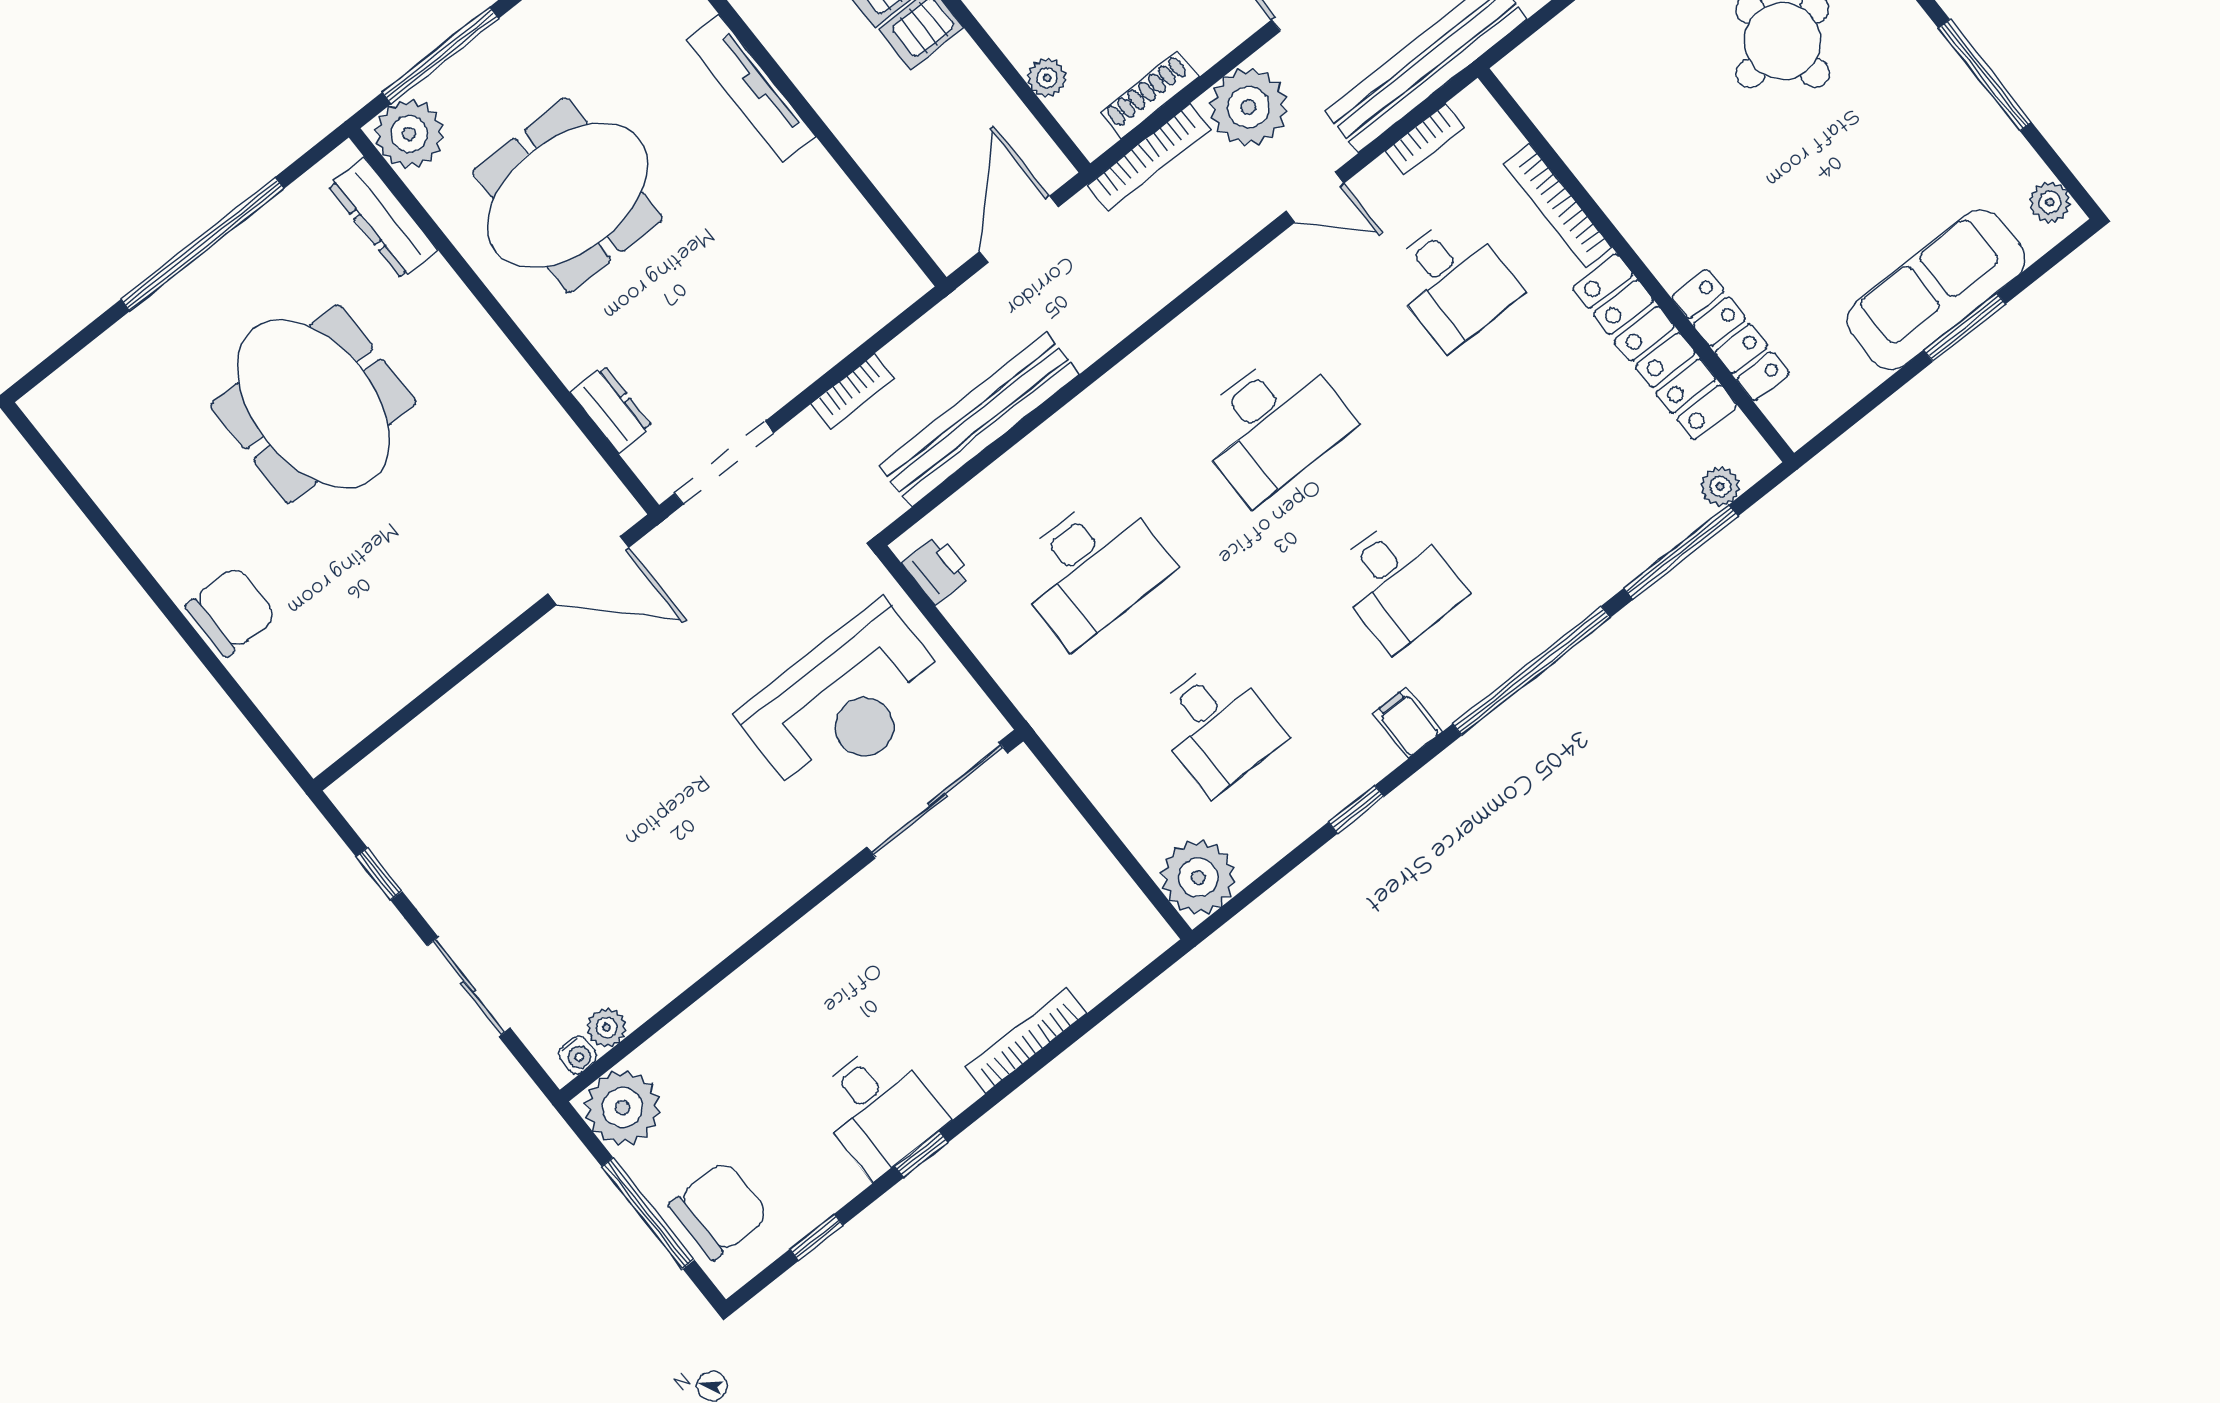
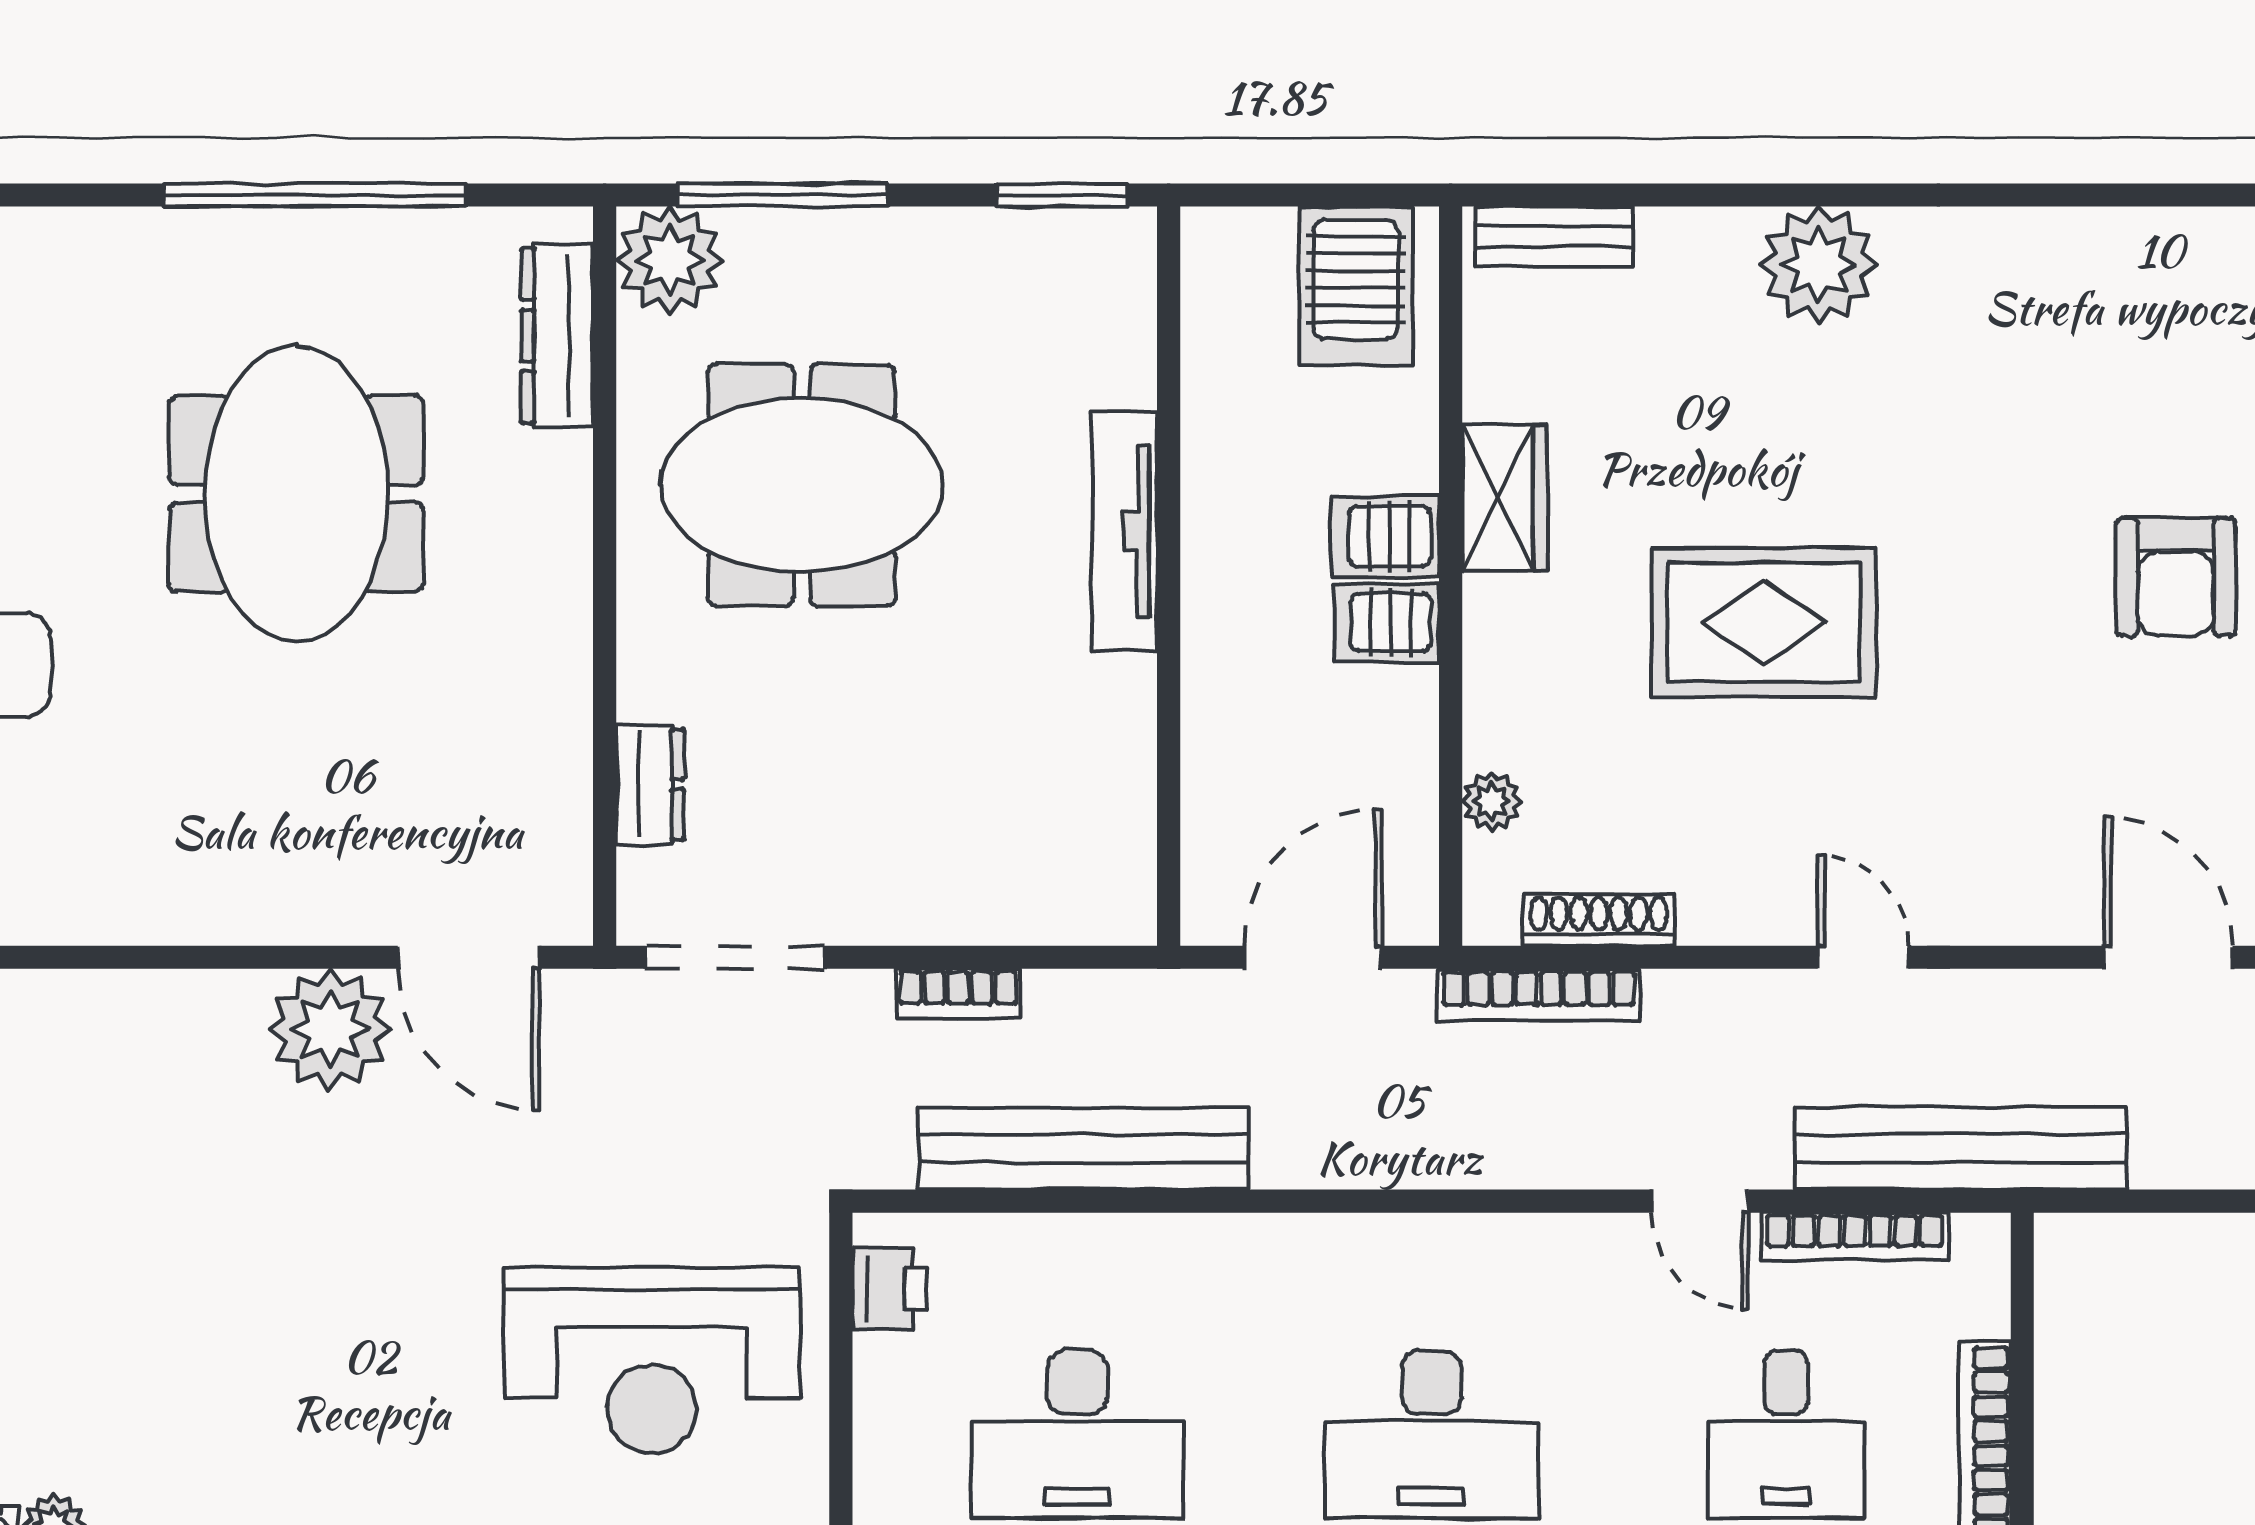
plant: (1249, 107) -> (330, 1029), moved
bookcase: (1425, 139) -> (1855, 1236), width x1.56

